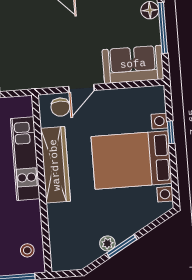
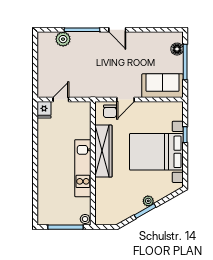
kitchen unit: (25, 159) -> (83, 168), moved
plant: (107, 243) -> (148, 201), moved
stool: (27, 250) -> (85, 219), moved

